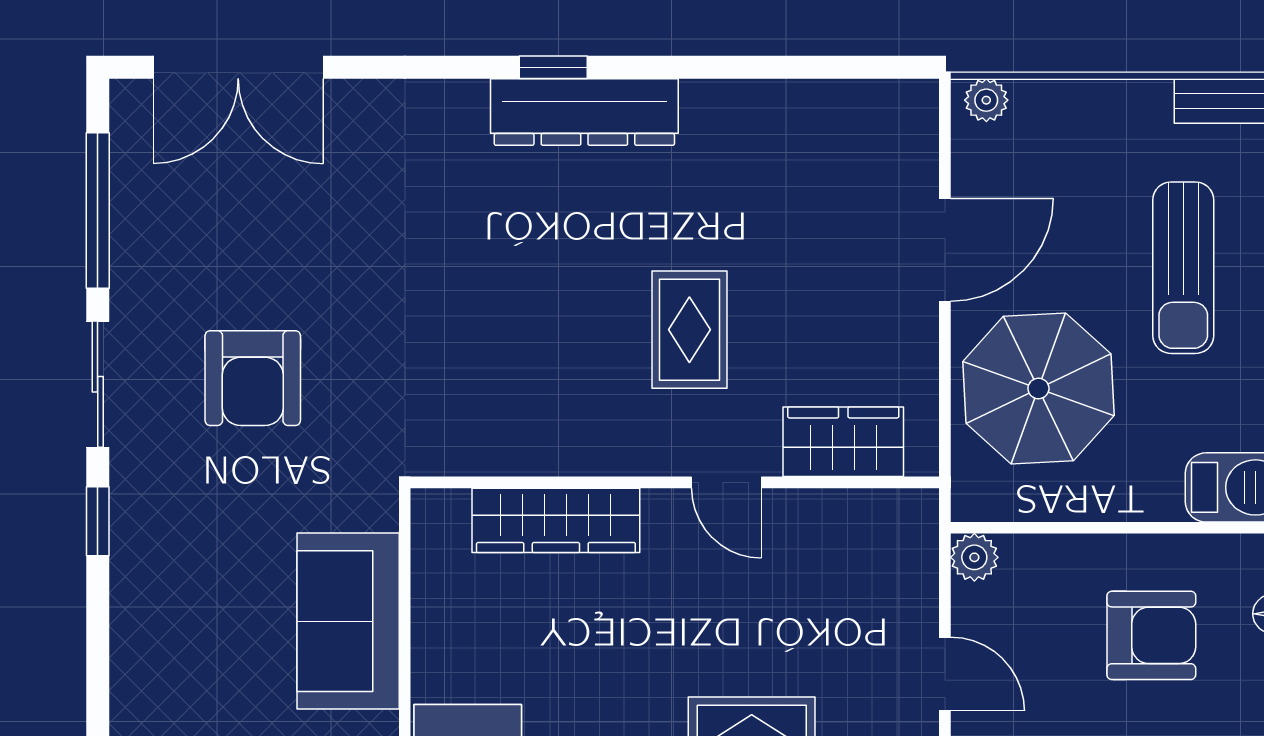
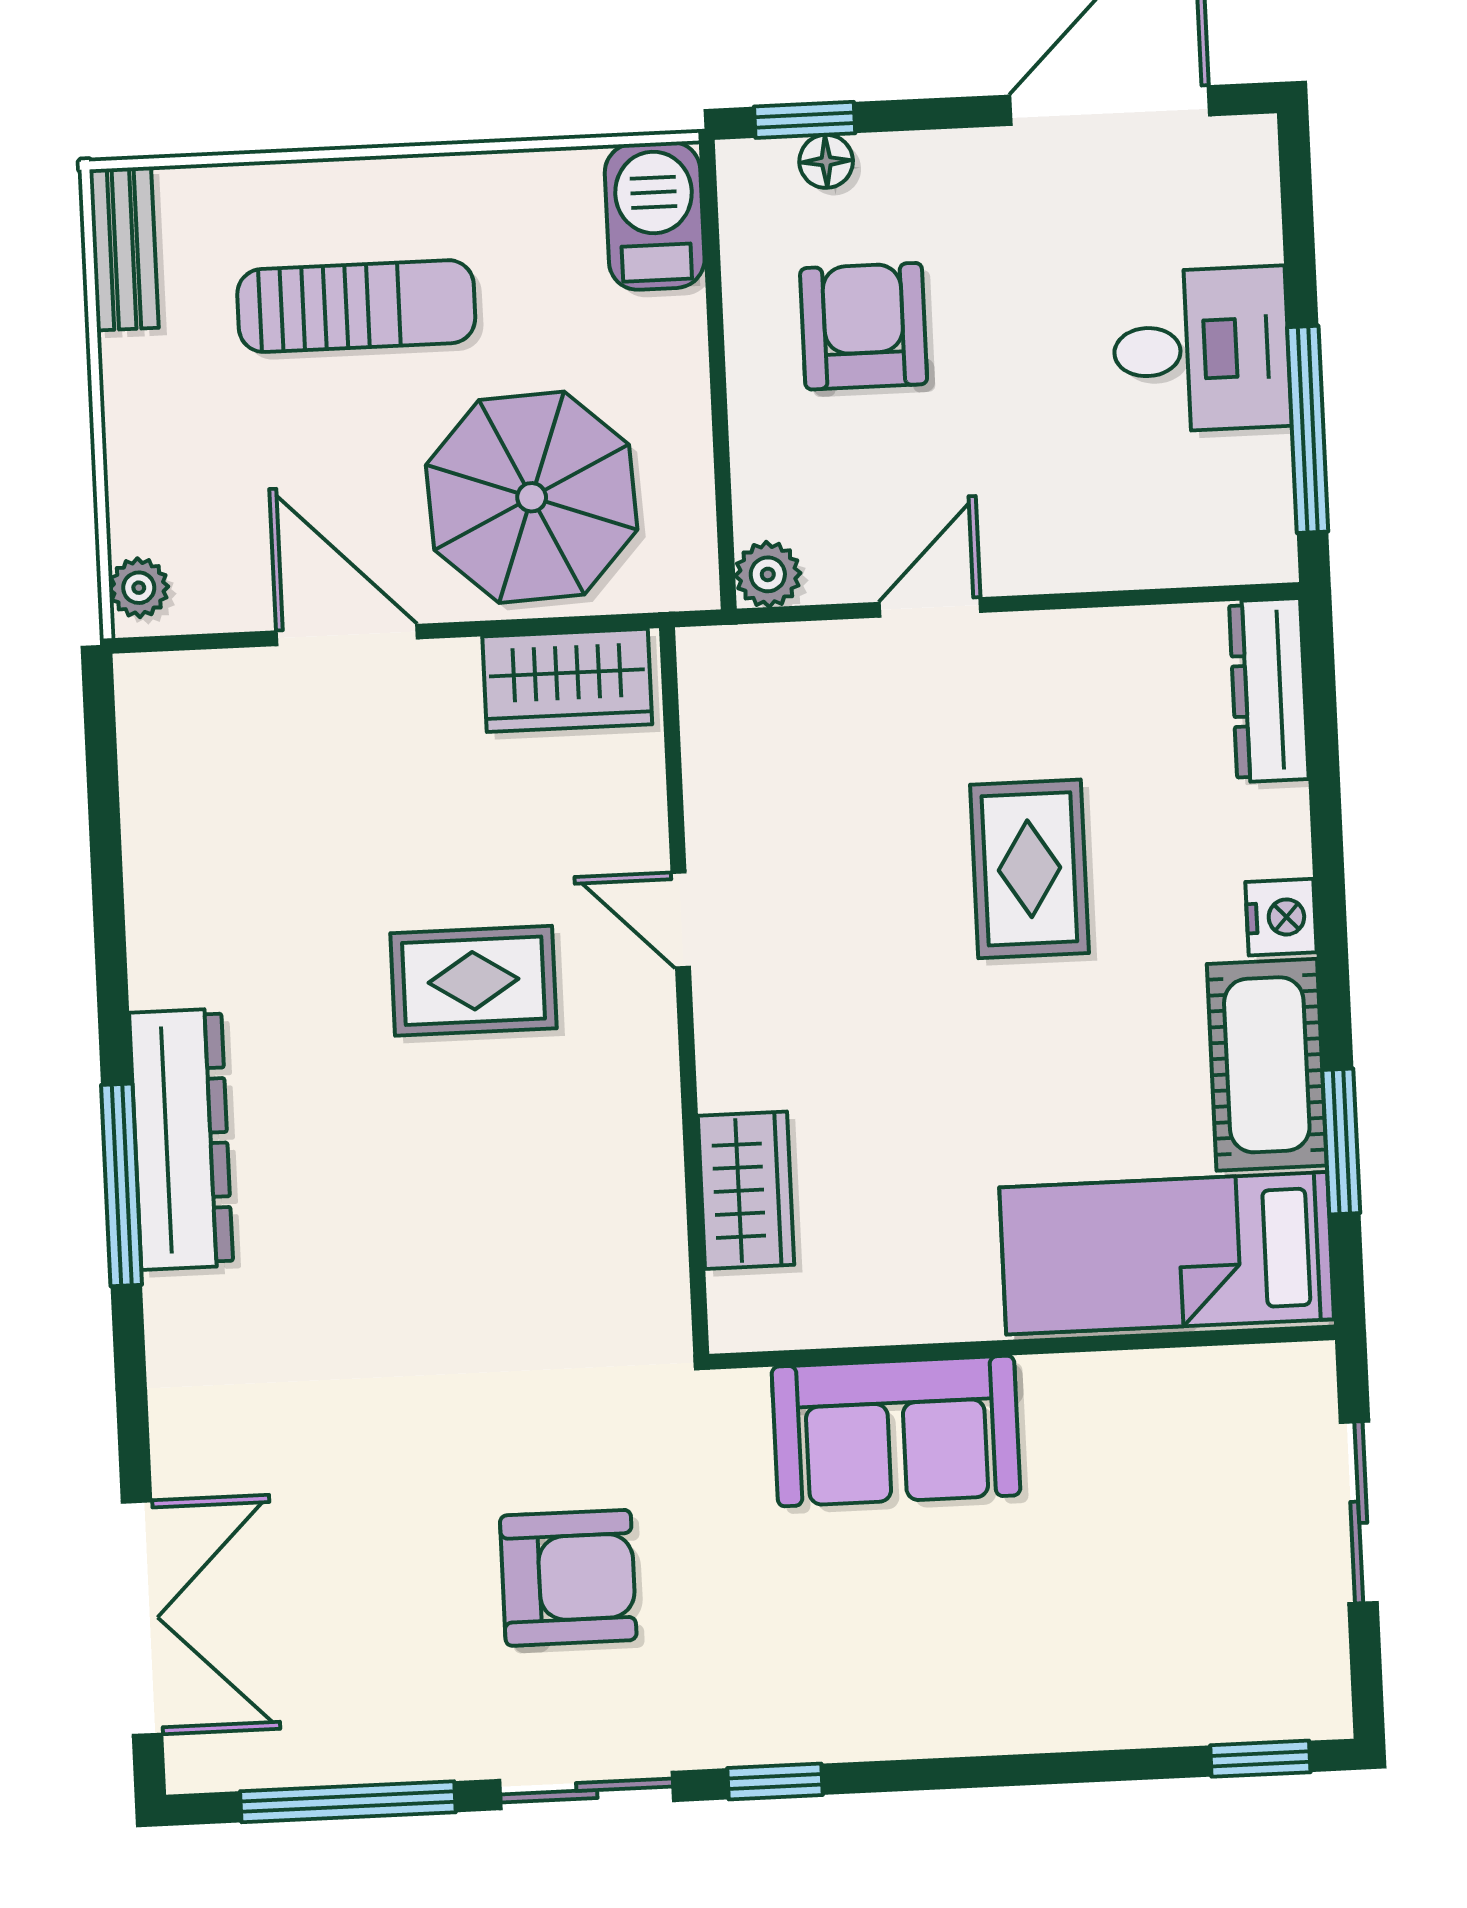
window: (553, 67) -> (122, 1185), width x2.17
wardrobe: (843, 442) -> (567, 680), moved, turned -90
door: (726, 482) -> (681, 920), swing flipped
wardrobe: (556, 520) -> (746, 1190), width x0.67

